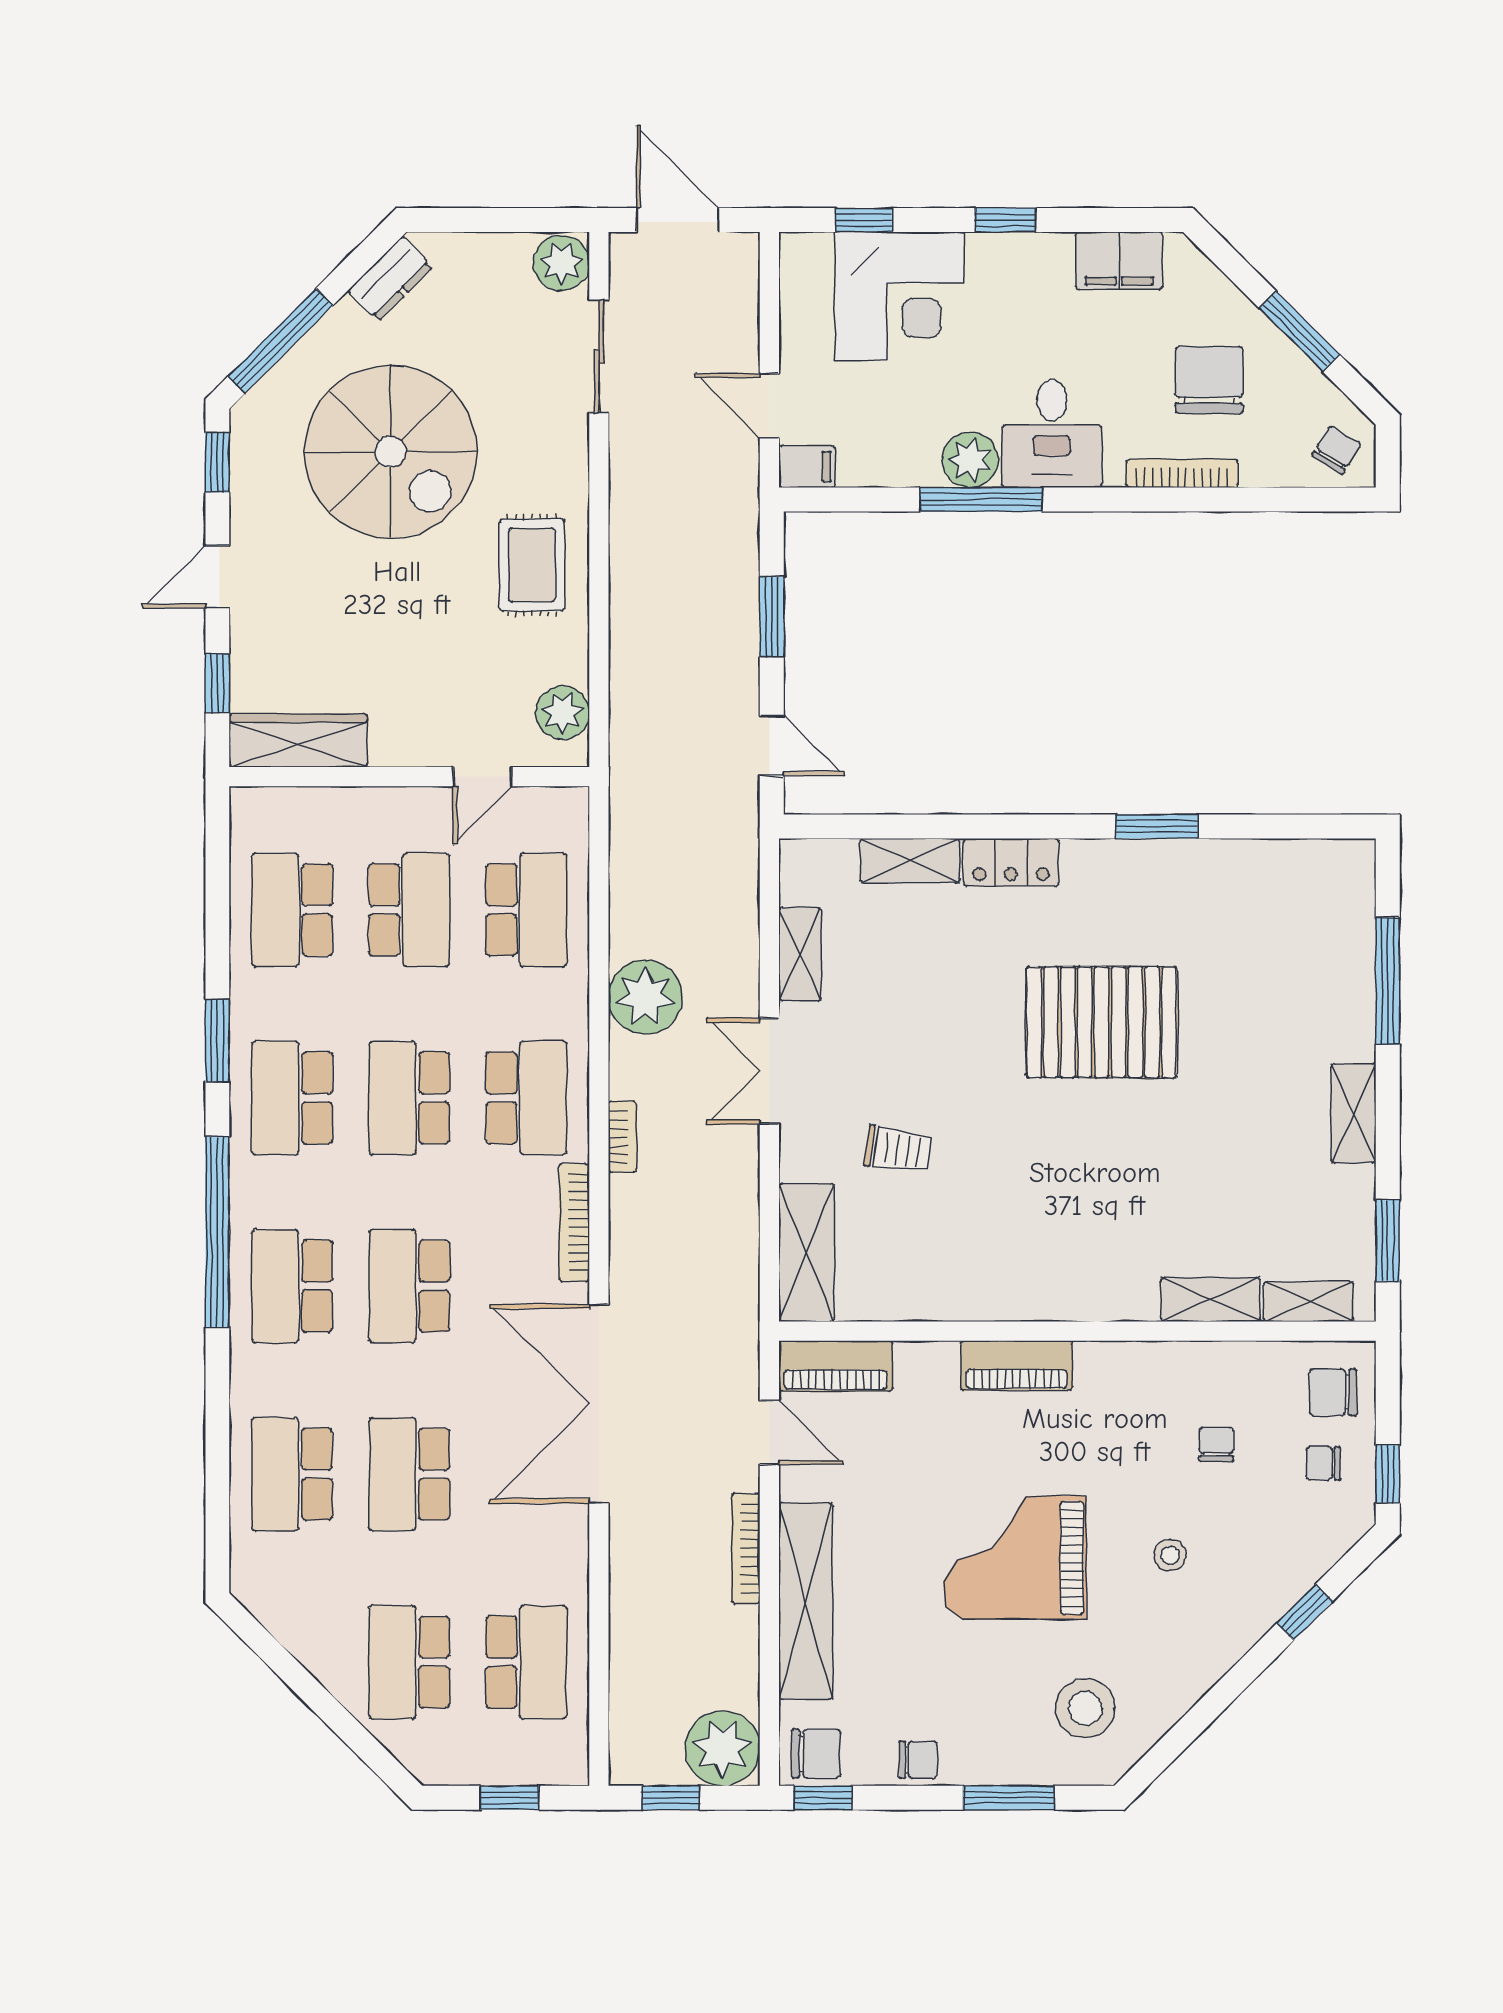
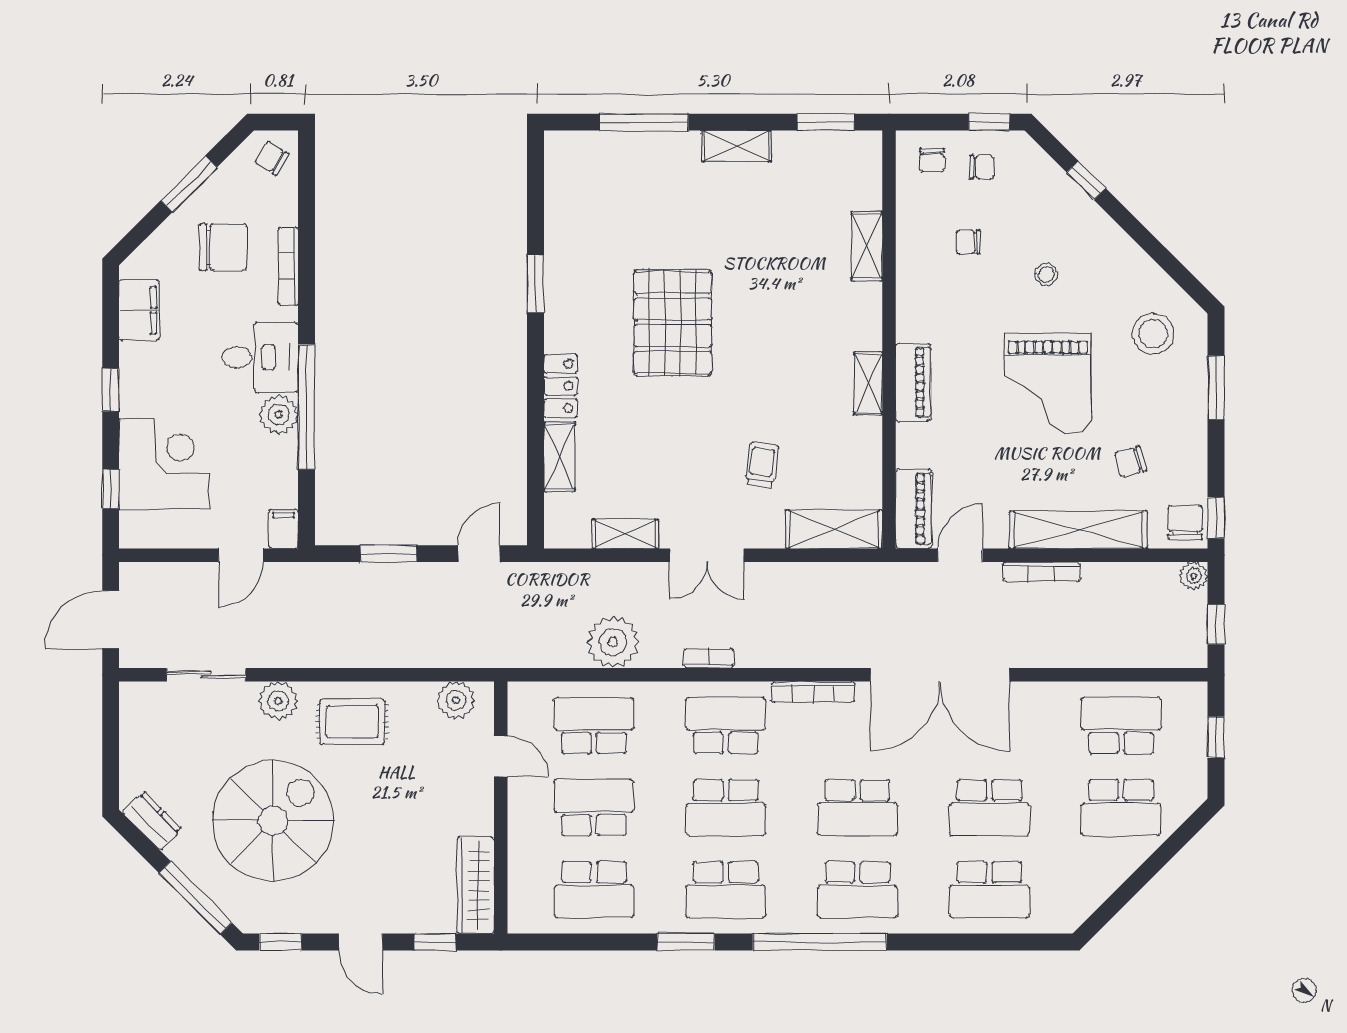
plant: (561, 263) -> (278, 701), moved
chair: (1209, 380) -> (223, 247), turned 180
window: (981, 500) -> (306, 407), width x1.46
plant: (645, 997) -> (613, 642), moved
bookcase: (623, 1137) -> (709, 658), moved
shelving: (1308, 1301) -> (868, 384), moved
chair: (1333, 1392) -> (932, 160), width x0.73, depth x0.73
chair: (1323, 1463) -> (982, 167), turned -90
plant: (722, 1748) -> (1194, 576), width x0.53, depth x0.53
chair: (918, 1760) -> (1131, 462), moved, turned -105

